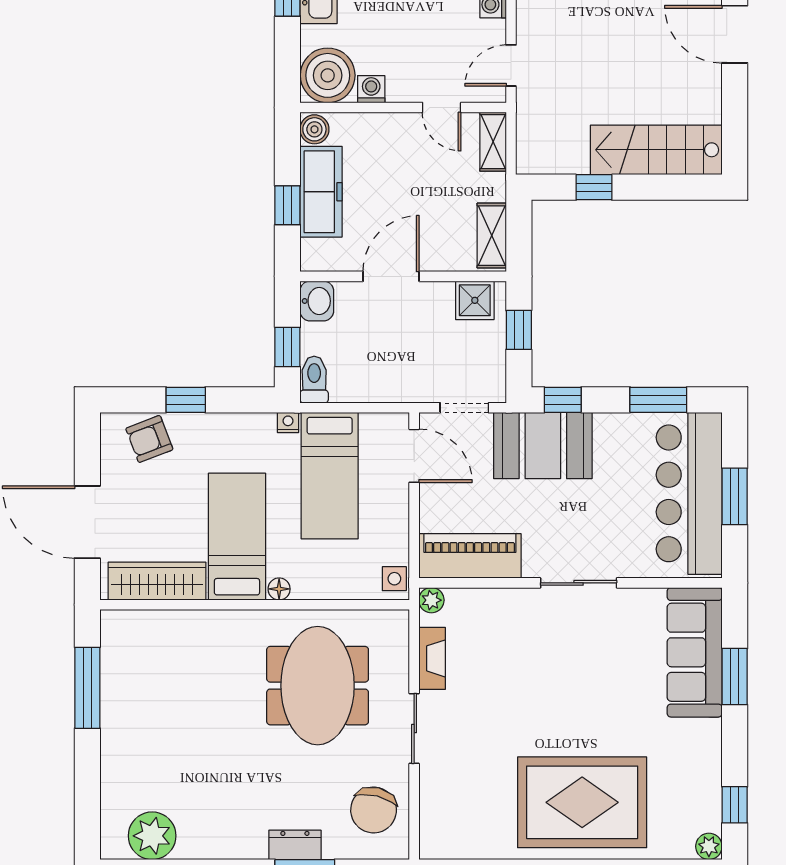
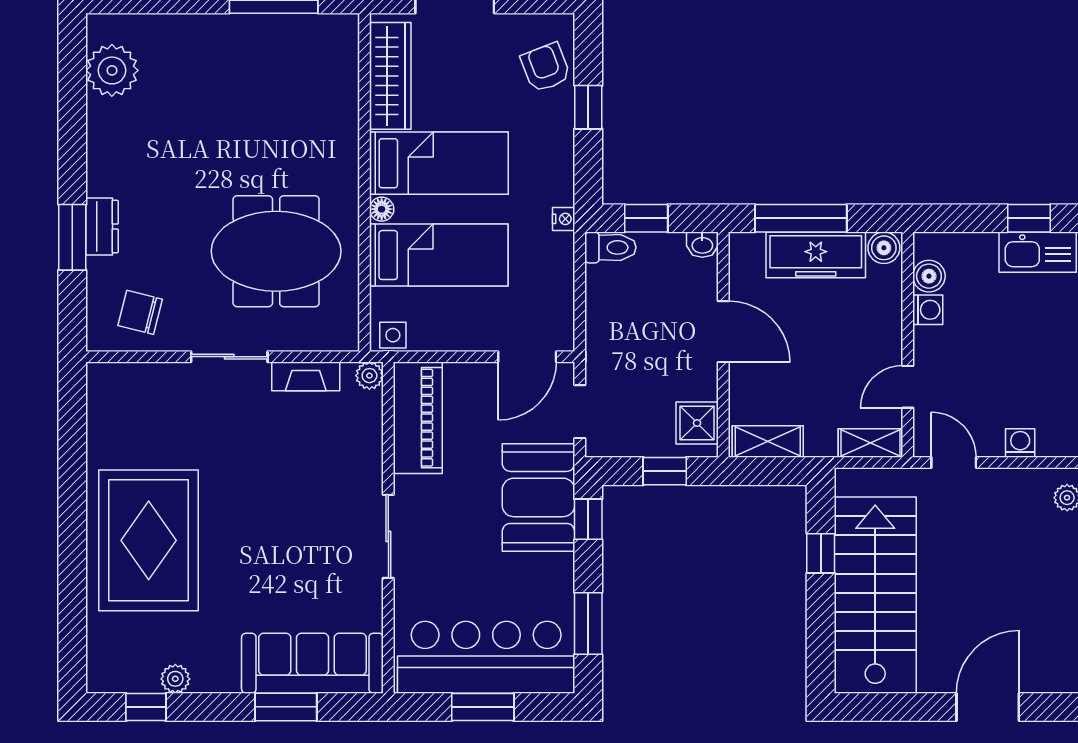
boiler: (328, 75) -> (929, 276), width x0.54, depth x0.54
stairs: (656, 150) -> (875, 595), width x1.36, depth x1.51
window: (287, 205) -> (801, 218), width x2.17
washbasin: (317, 301) -> (702, 245), width x0.72, depth x0.69
bed: (330, 476) -> (439, 255), moved, turned 180
chair: (374, 810) -> (140, 312), width x0.73, depth x0.73
plant: (709, 846) -> (175, 679), moved

